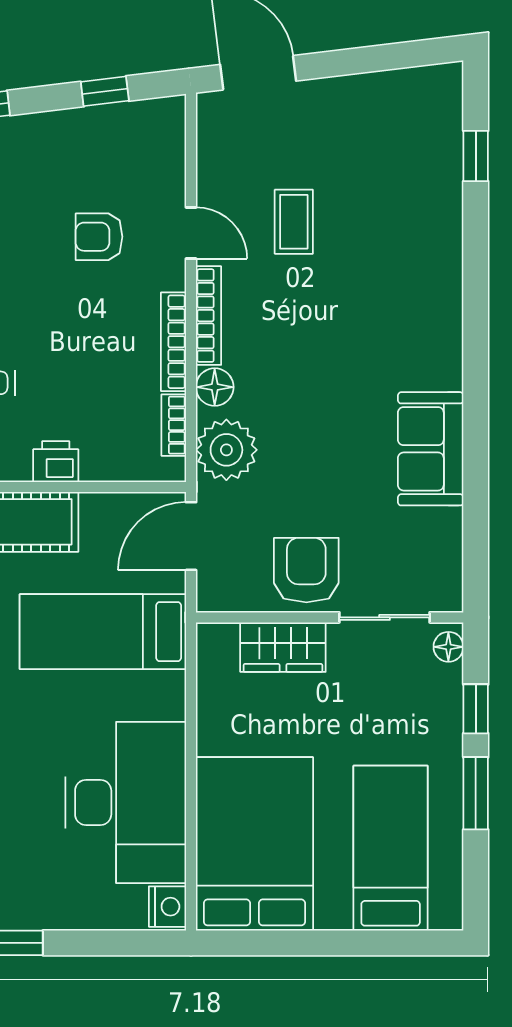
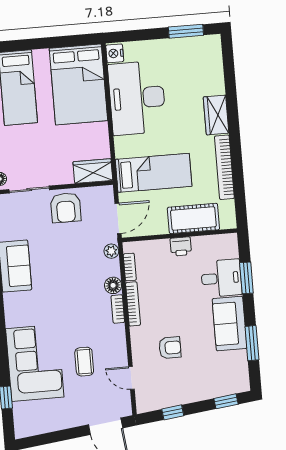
corner sofa: (405, 228) -> (35, 363), added
door: (191, 233) -> (131, 378), moved
bookcase: (209, 316) -> (118, 309), width x0.64
plant: (226, 450) -> (111, 251), width x0.53, depth x0.53
wardrobe: (283, 647) -> (93, 171), moved

